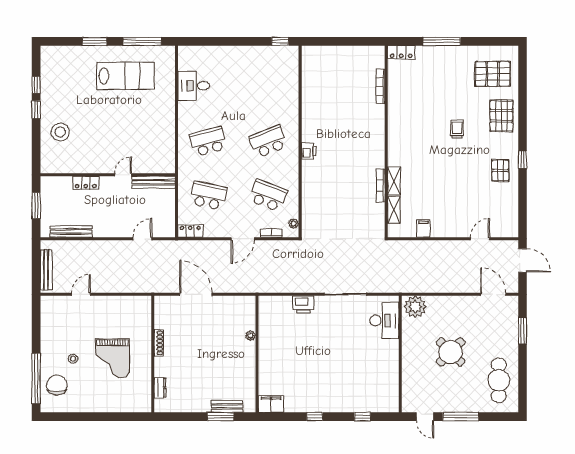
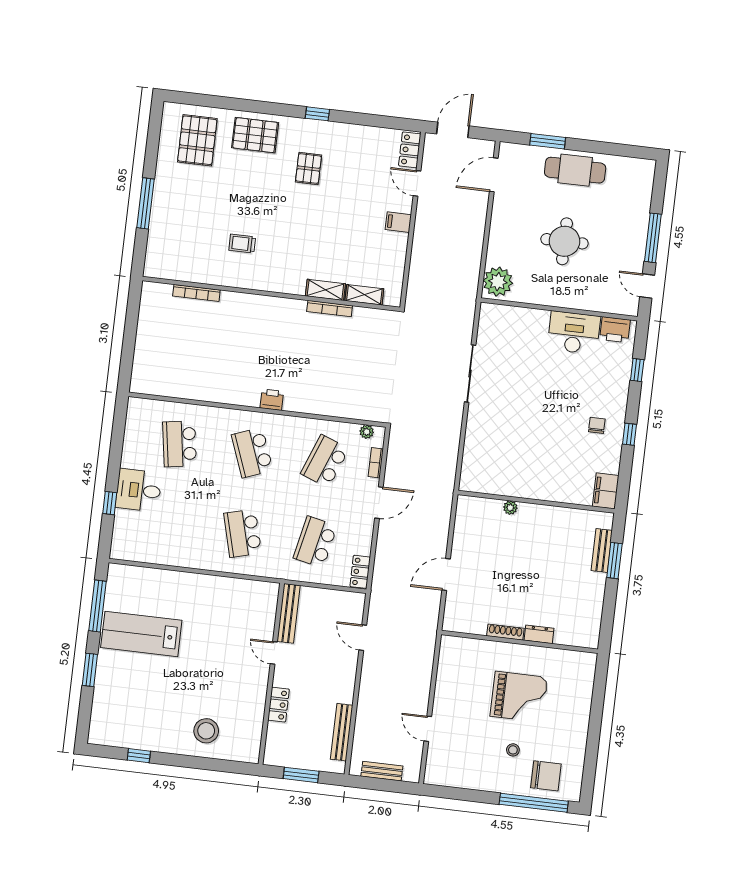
window: (280, 41) -> (110, 503), moved
locker: (401, 52) -> (410, 150), moved, turned 180
lab bench: (126, 76) -> (141, 634), turned -90
desk: (194, 86) -> (139, 490), moved, turned 90
school desk: (268, 87) -> (180, 444), added
window: (36, 110) -> (172, 760), removed
trolley: (457, 129) -> (242, 244), moved
pallet: (500, 171) -> (308, 169), moved, turned 90
filing cabinet: (423, 228) -> (398, 222), moved
door: (243, 239) -> (379, 503), hinge flipped
bench: (46, 270) -> (382, 771), width x0.73
door: (196, 294) -> (446, 574), width x0.73
printer: (303, 304) -> (615, 330), moved, turned 90
desk: (384, 320) -> (574, 333), moved
round table: (451, 352) -> (564, 241), turned 45
cafe table: (499, 380) -> (575, 170), moved
chair: (57, 385) -> (546, 776), turned 180
dresser: (160, 388) -> (539, 634), moved
chair: (318, 392) -> (597, 425), added
door: (425, 417) -> (647, 286), swing flipped

